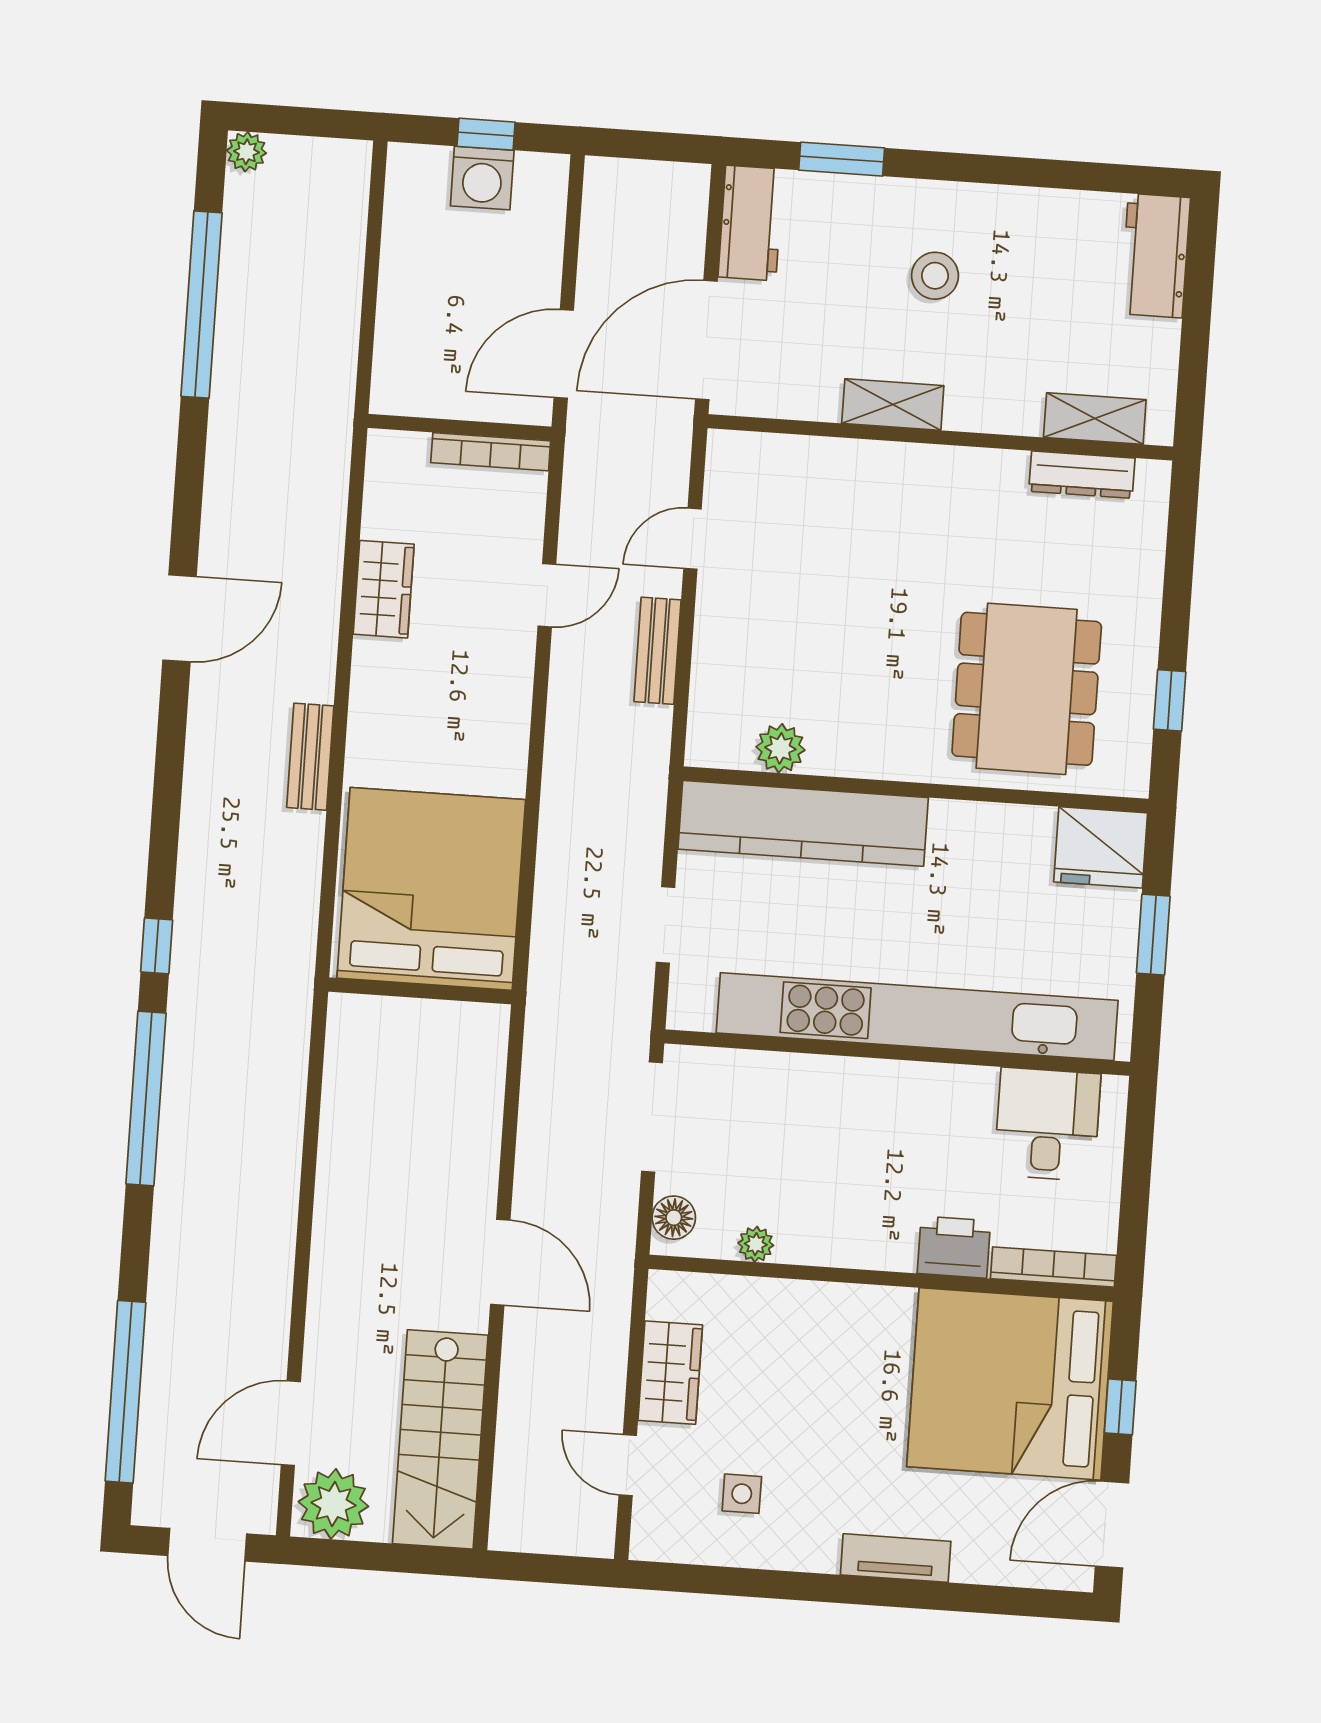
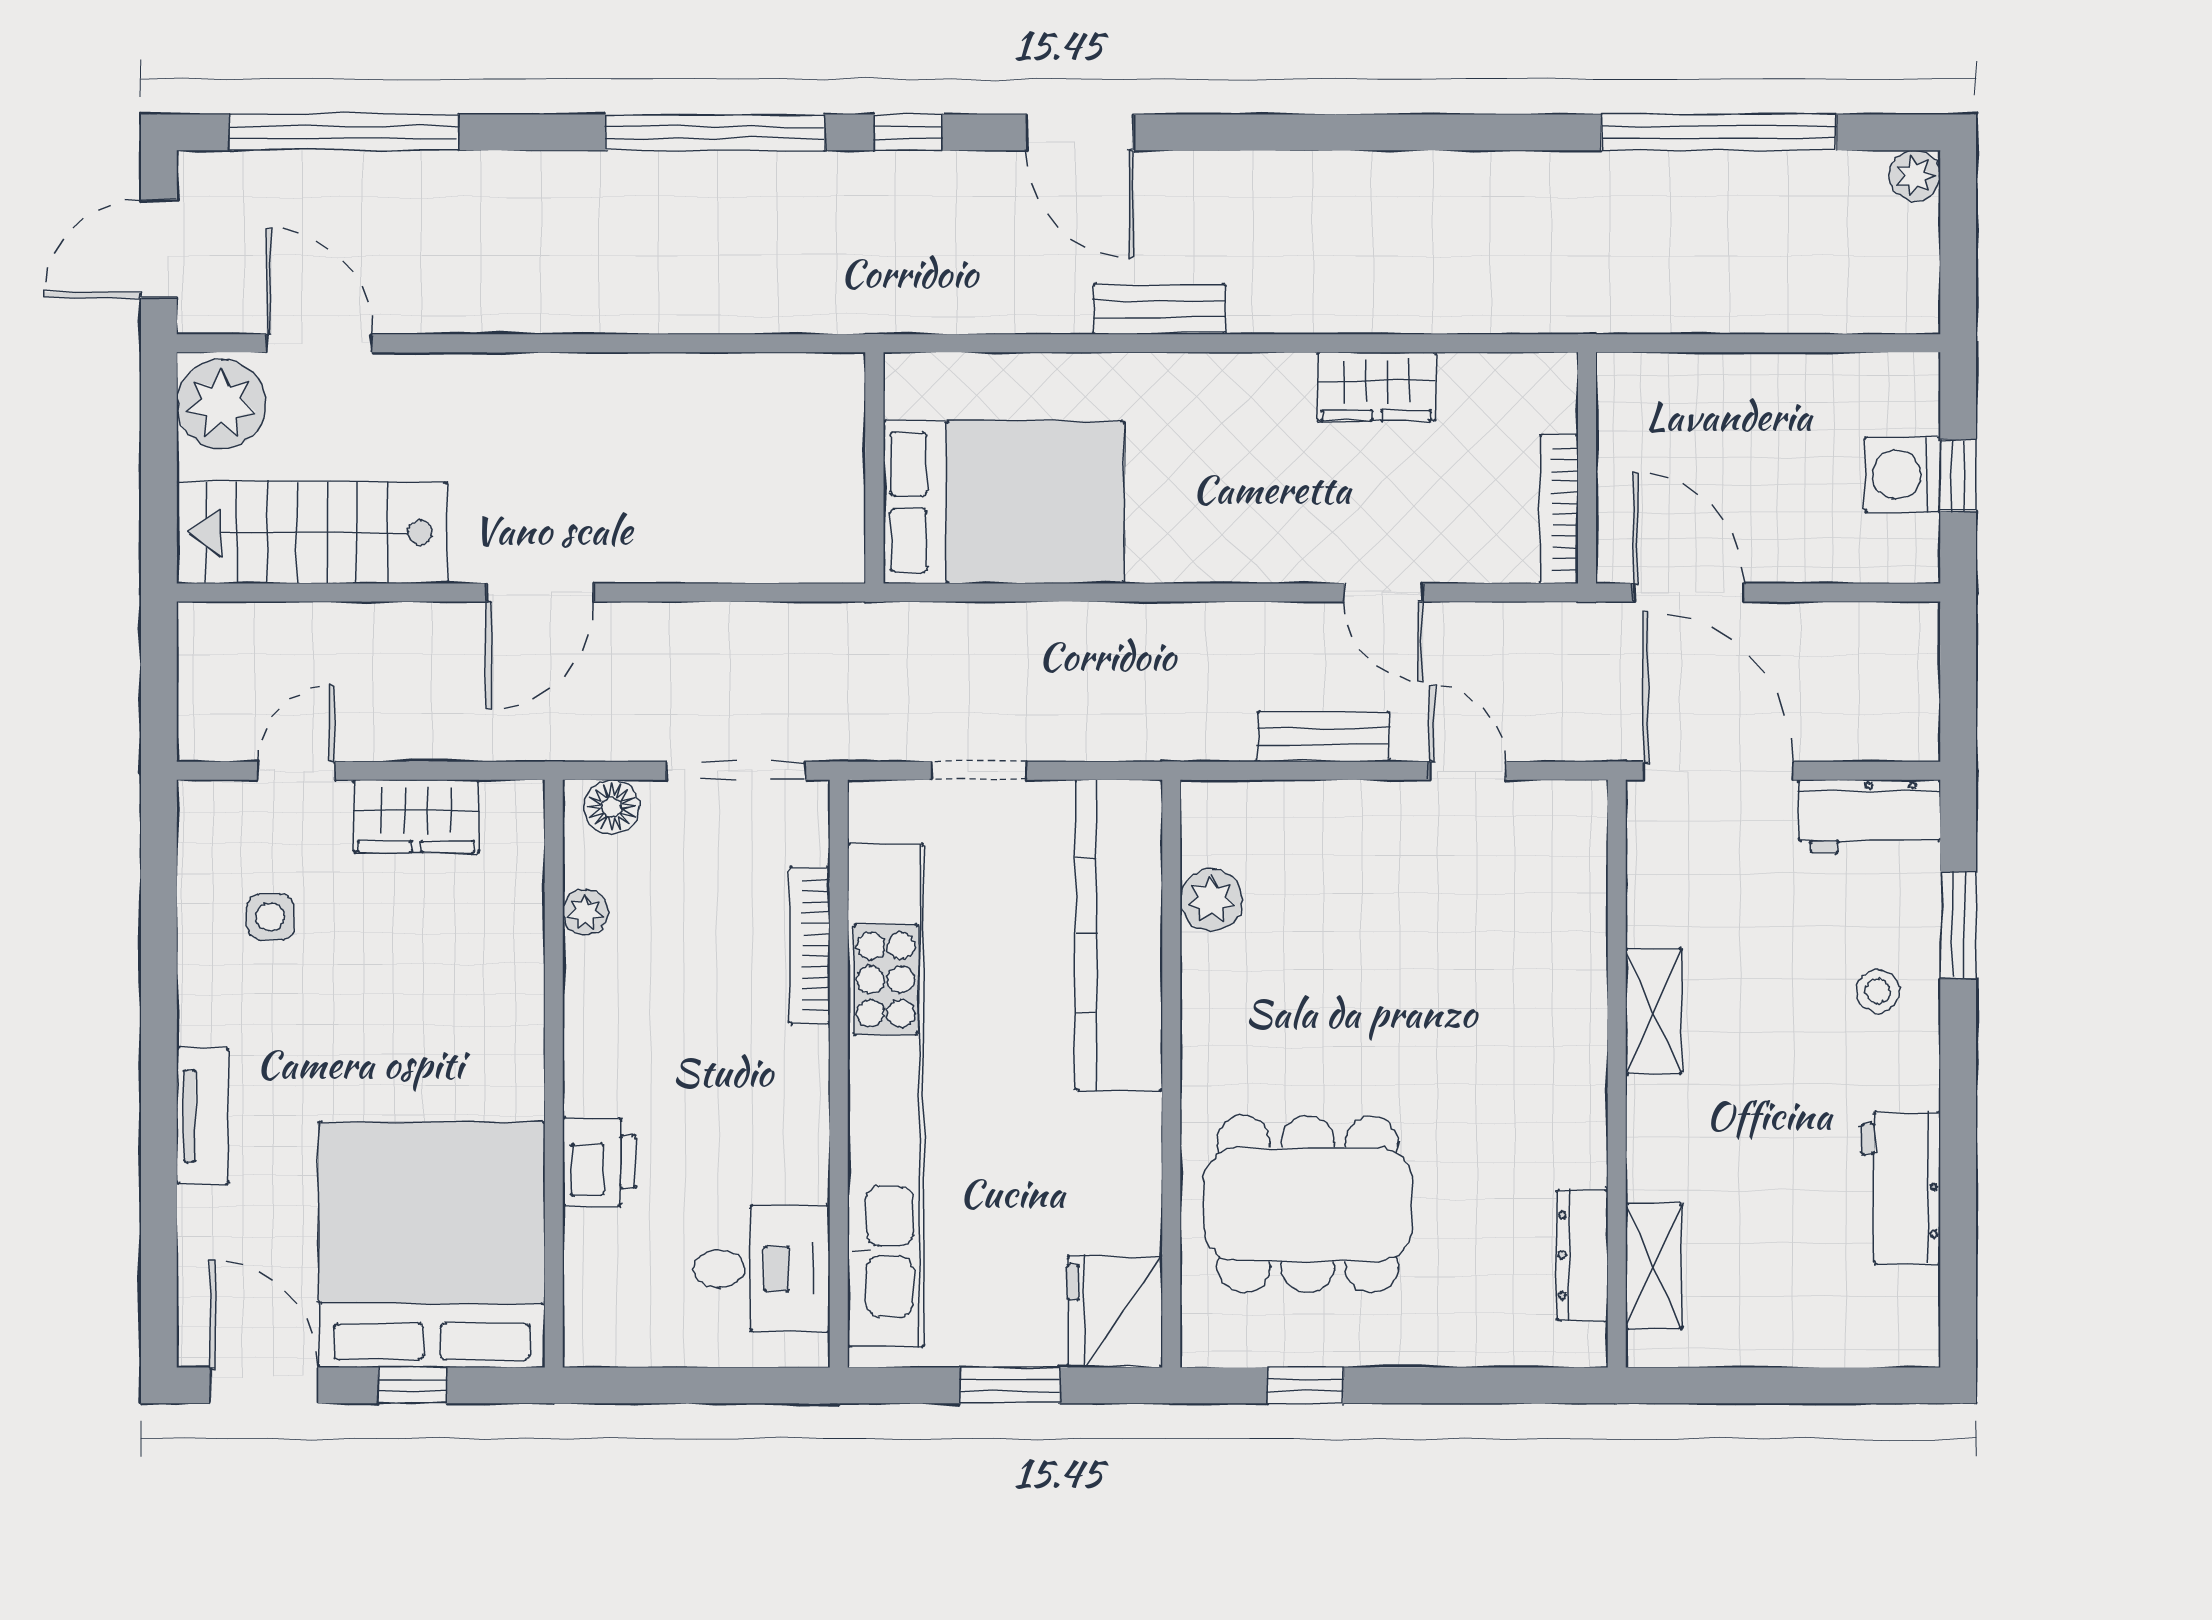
workbench: (1155, 256) -> (1901, 1188), moved, turned -90
stool: (935, 276) -> (1878, 991), moved, width x0.73, depth x0.73
door: (180, 618) -> (1080, 132), moved
bed: (431, 889) -> (1004, 502), width x0.73
bookcase: (1054, 1267) -> (810, 945), moved, turned 180

